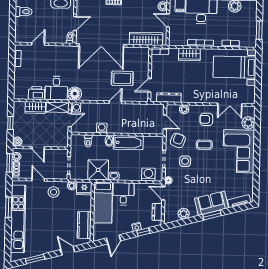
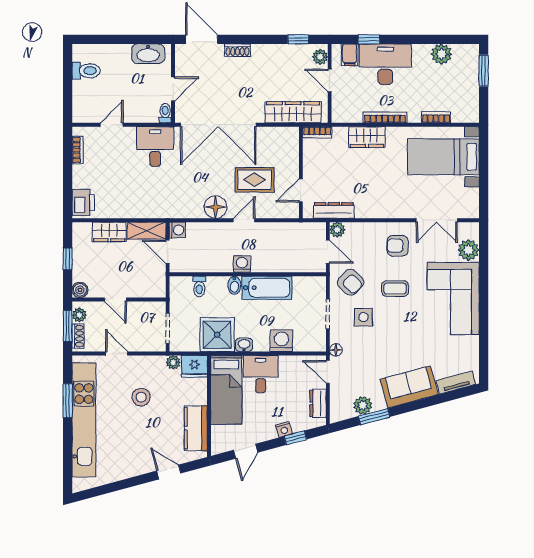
window: (259, 30) -> (484, 71), moved
desk: (56, 88) -> (155, 147), moved, turned 180
printer: (36, 93) -> (83, 202), moved, turned 90
floor lamp: (75, 94) -> (216, 207), moved
plant: (184, 109) -> (337, 230), moved
door: (70, 120) -> (168, 252), swing flipped
washing machine: (102, 128) -> (242, 264), moved
armchair: (178, 140) -> (350, 282), turned 115
washing machine: (148, 174) -> (281, 341), moved
stool: (54, 192) -> (141, 397), moved
window: (212, 215) -> (374, 417), moved
window: (35, 259) -> (114, 487), removed

